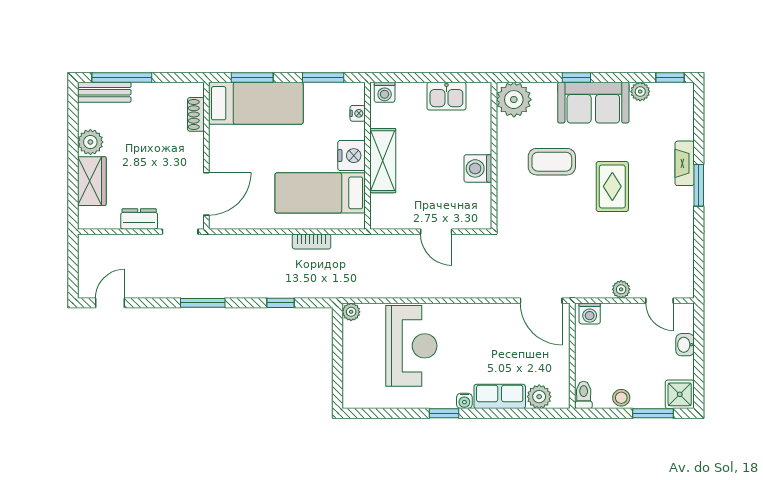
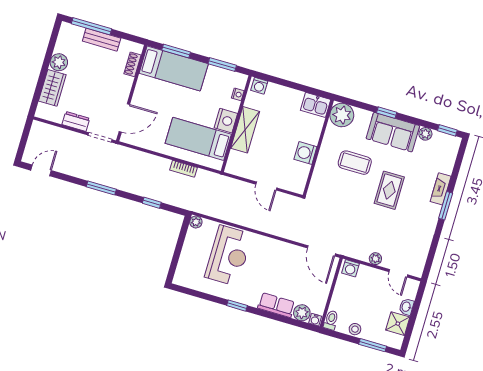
bench: (104, 92) -> (102, 40), moved
kitchen sink: (446, 96) -> (316, 105), moved
shower: (680, 394) -> (398, 324), moved
water cooler: (464, 401) -> (315, 320), moved

